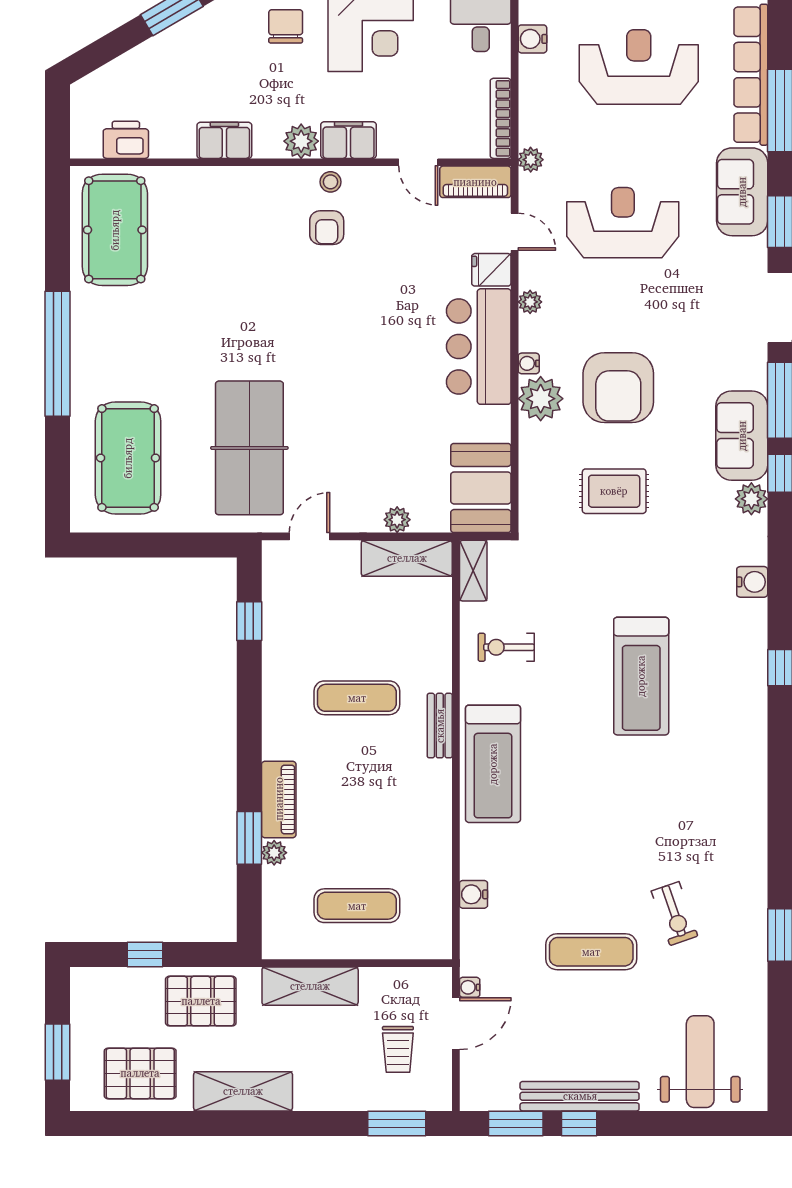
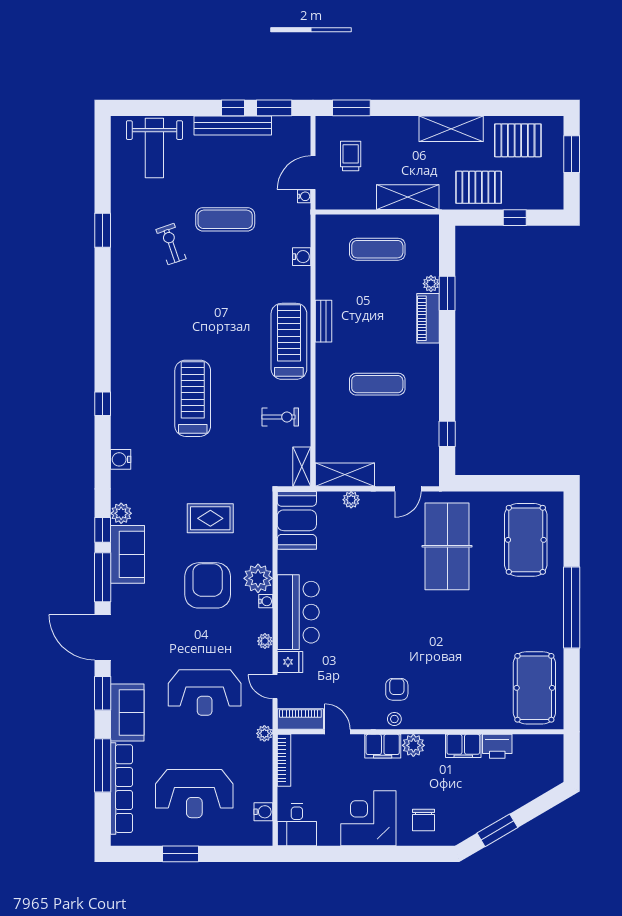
printer: (126, 140) -> (497, 746), moved
bench: (440, 726) -> (323, 321), moved

